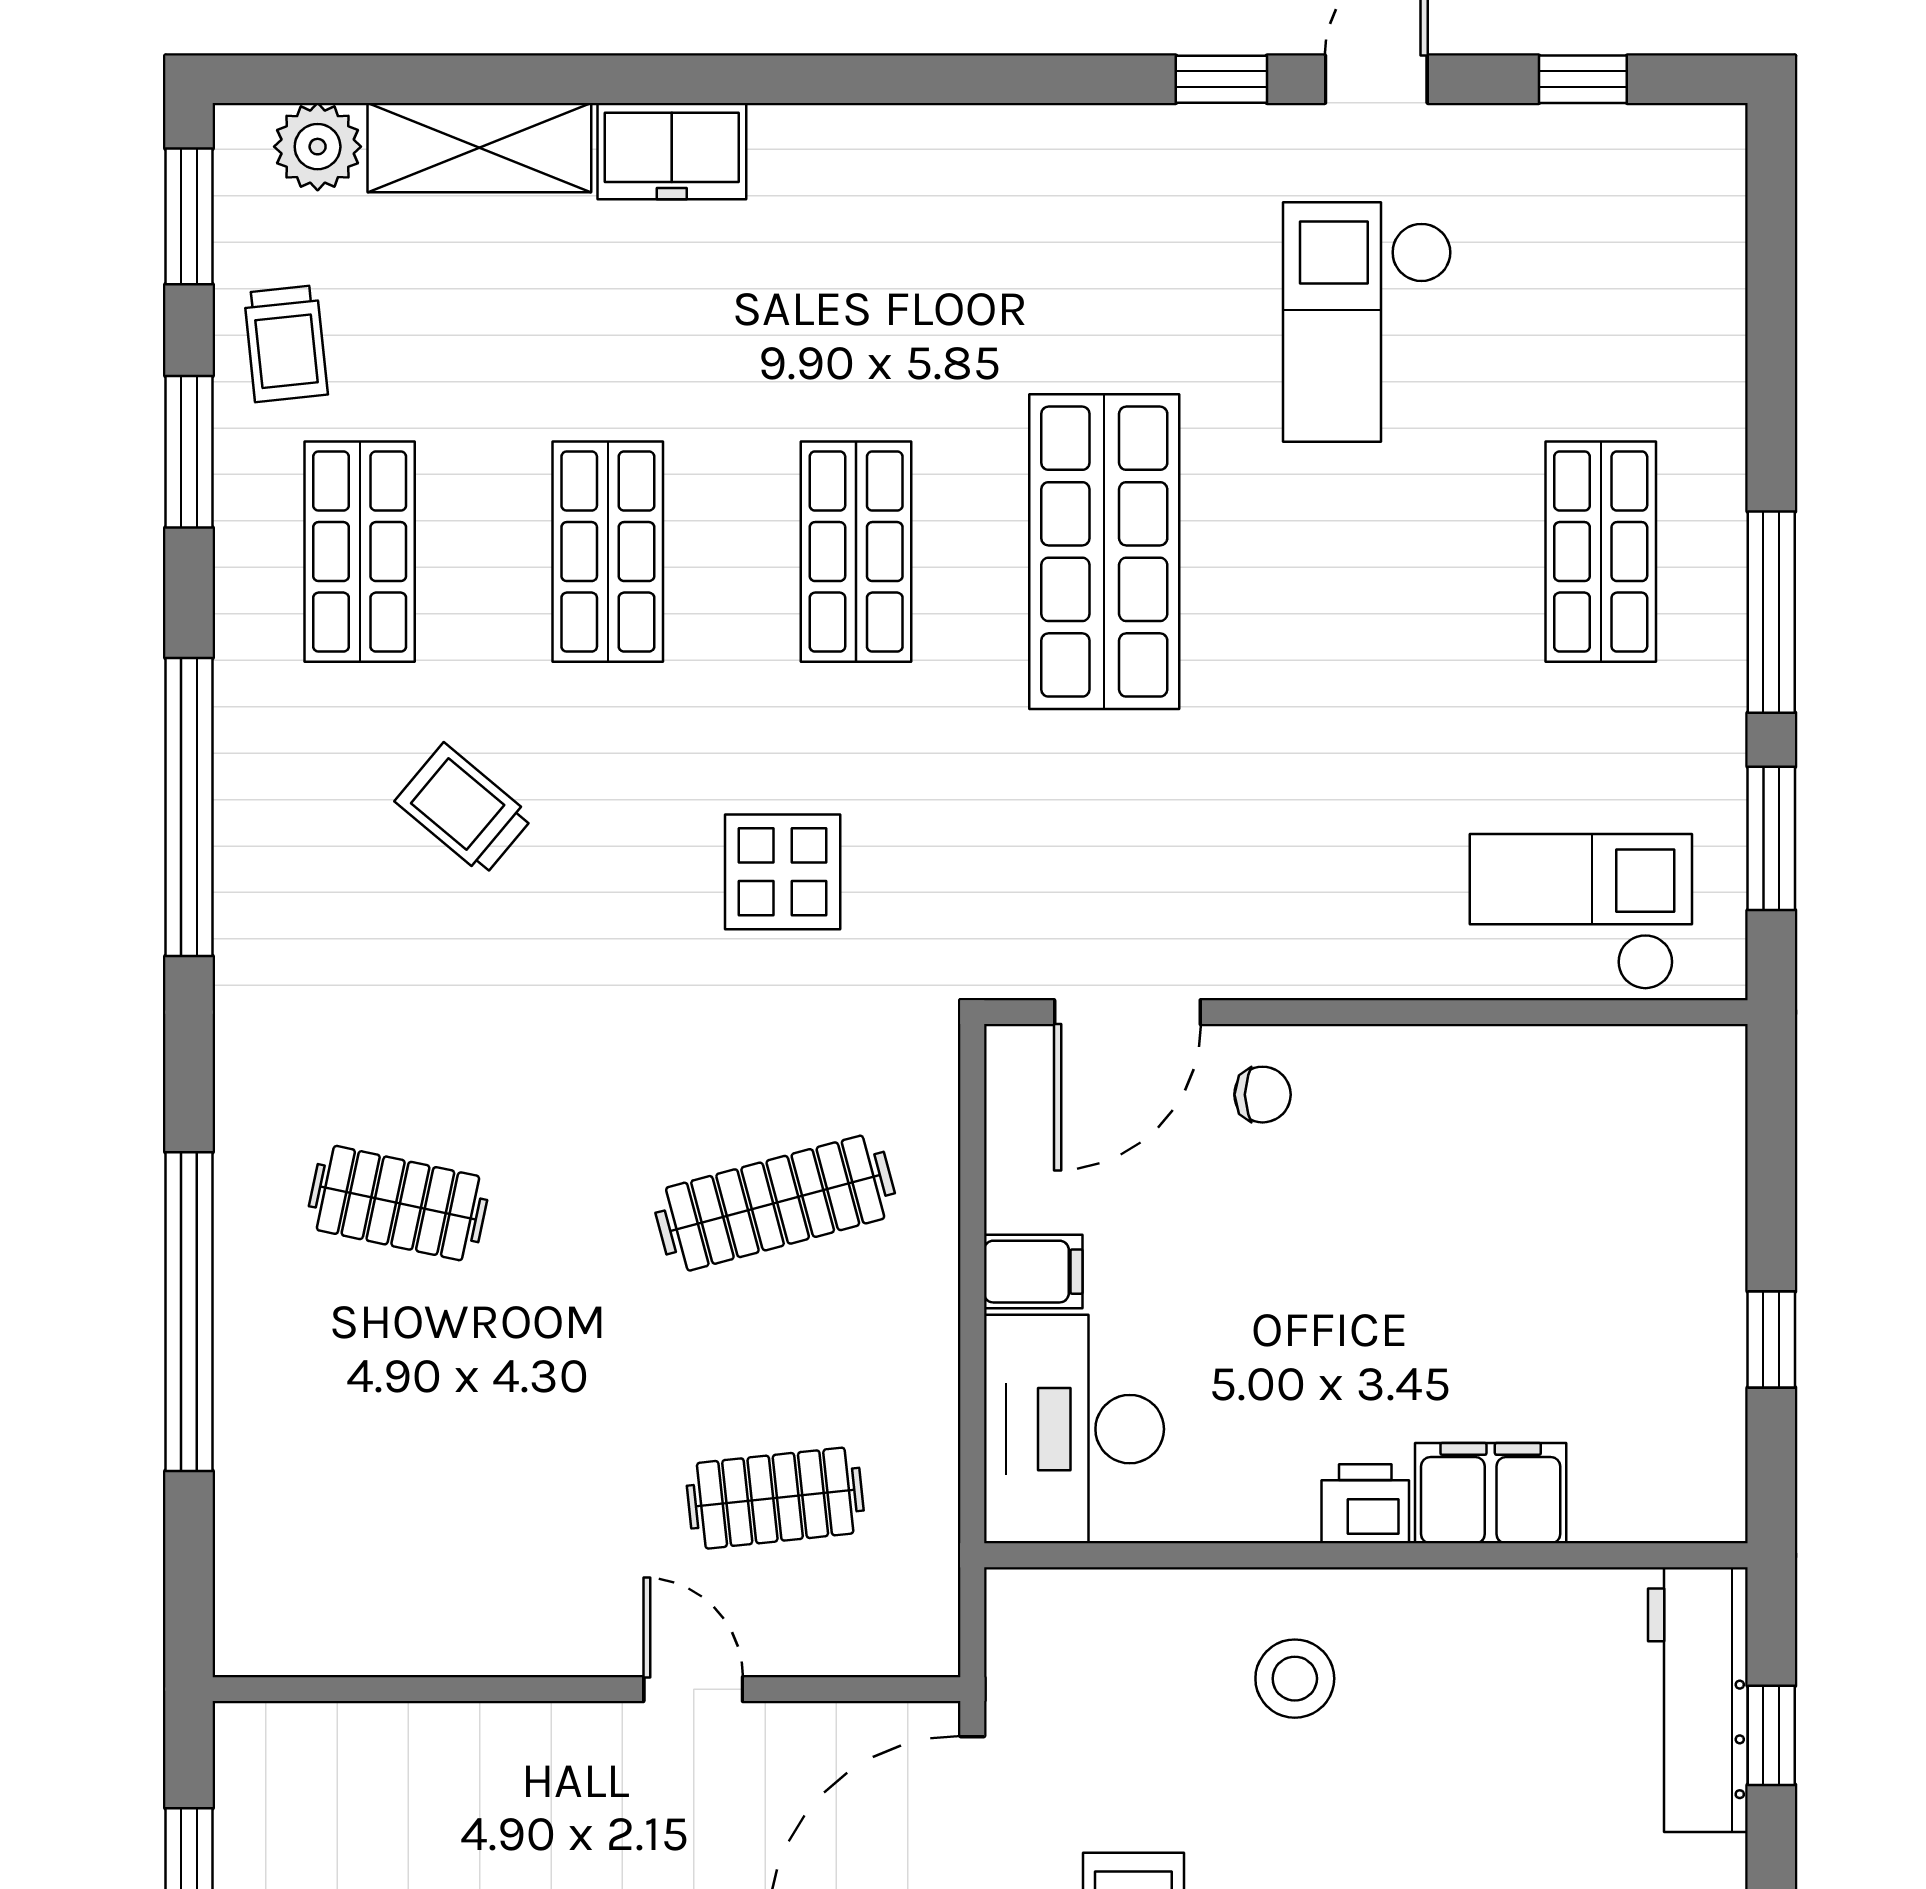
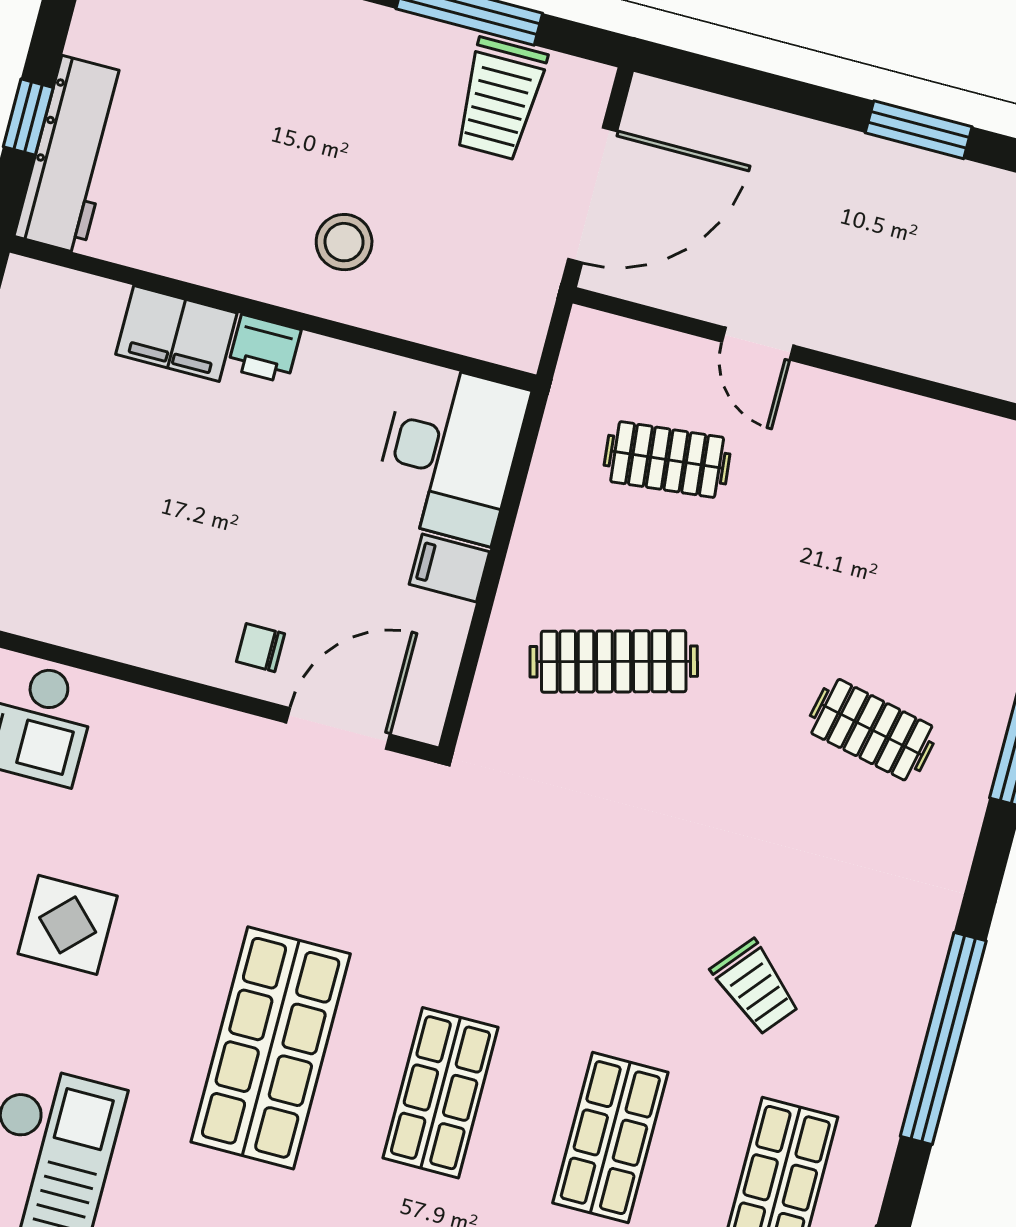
display table: (783, 872) -> (68, 925), moved

